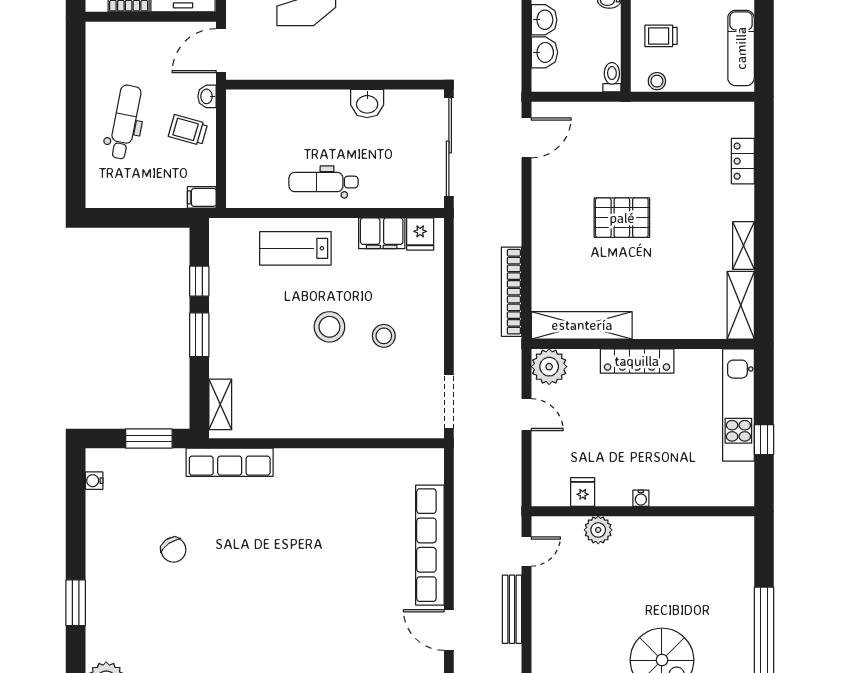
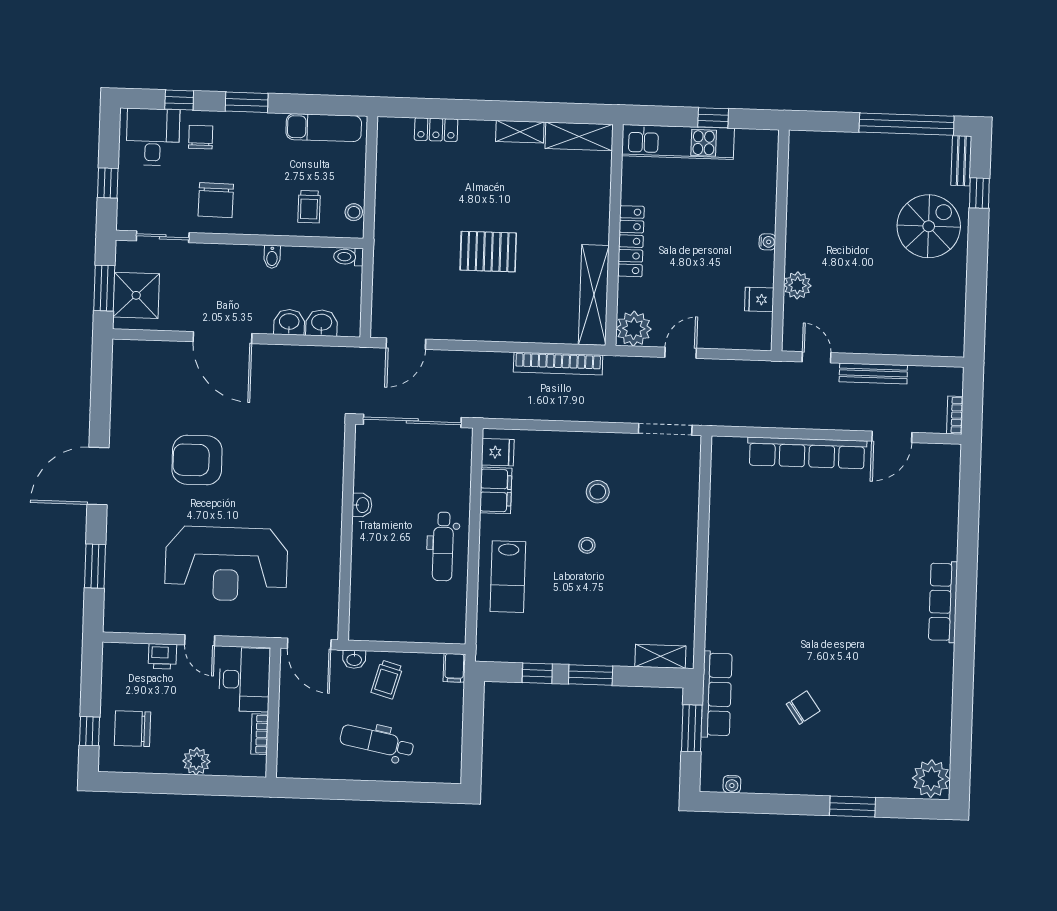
washbasin: (367, 103) -> (362, 505), width x0.72, depth x0.69
door: (526, 138) -> (406, 344), swing flipped
pallet: (622, 218) -> (488, 252), turned 90
stool: (329, 327) -> (587, 545), width x0.53, depth x0.53
row of seats: (230, 462) -> (717, 694), moved

